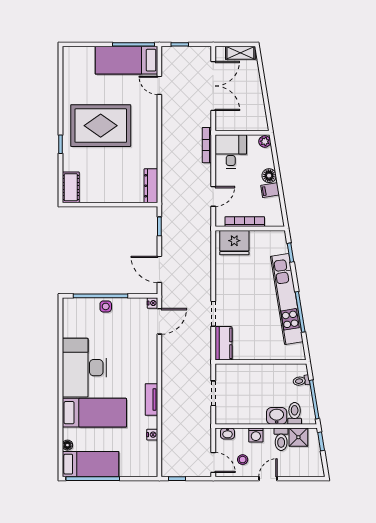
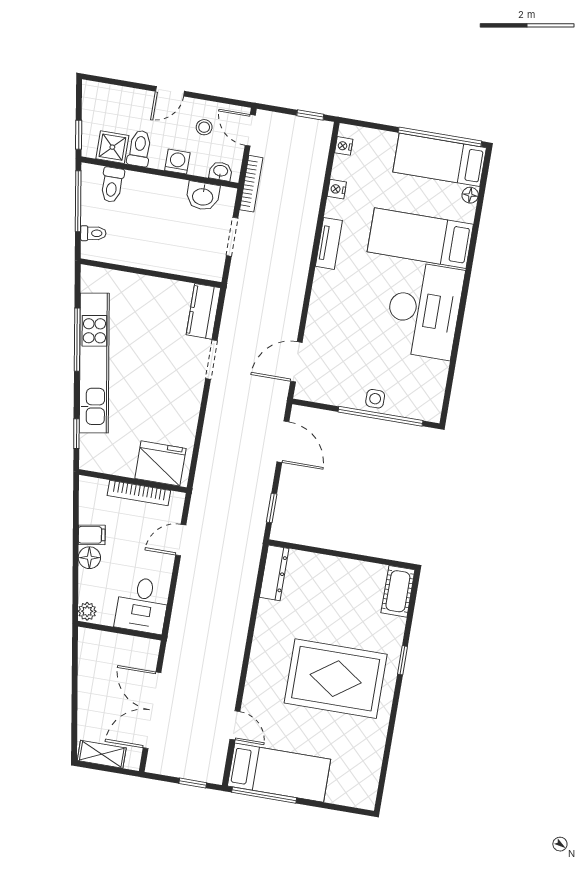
bookcase: (207, 145) -> (251, 184), moved
nightstand: (152, 303) -> (344, 146), moved
washbasin: (277, 416) -> (203, 196), moved

